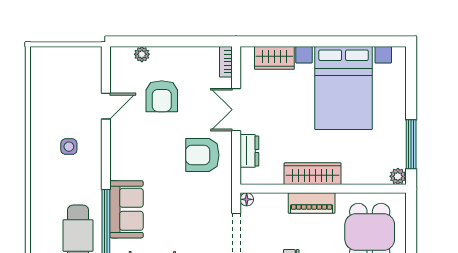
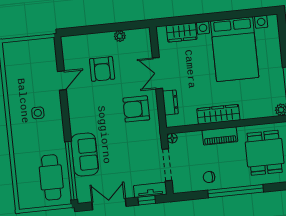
plant: (142, 54) -> (120, 36), moved
bookcase: (226, 62) -> (146, 39), removed

